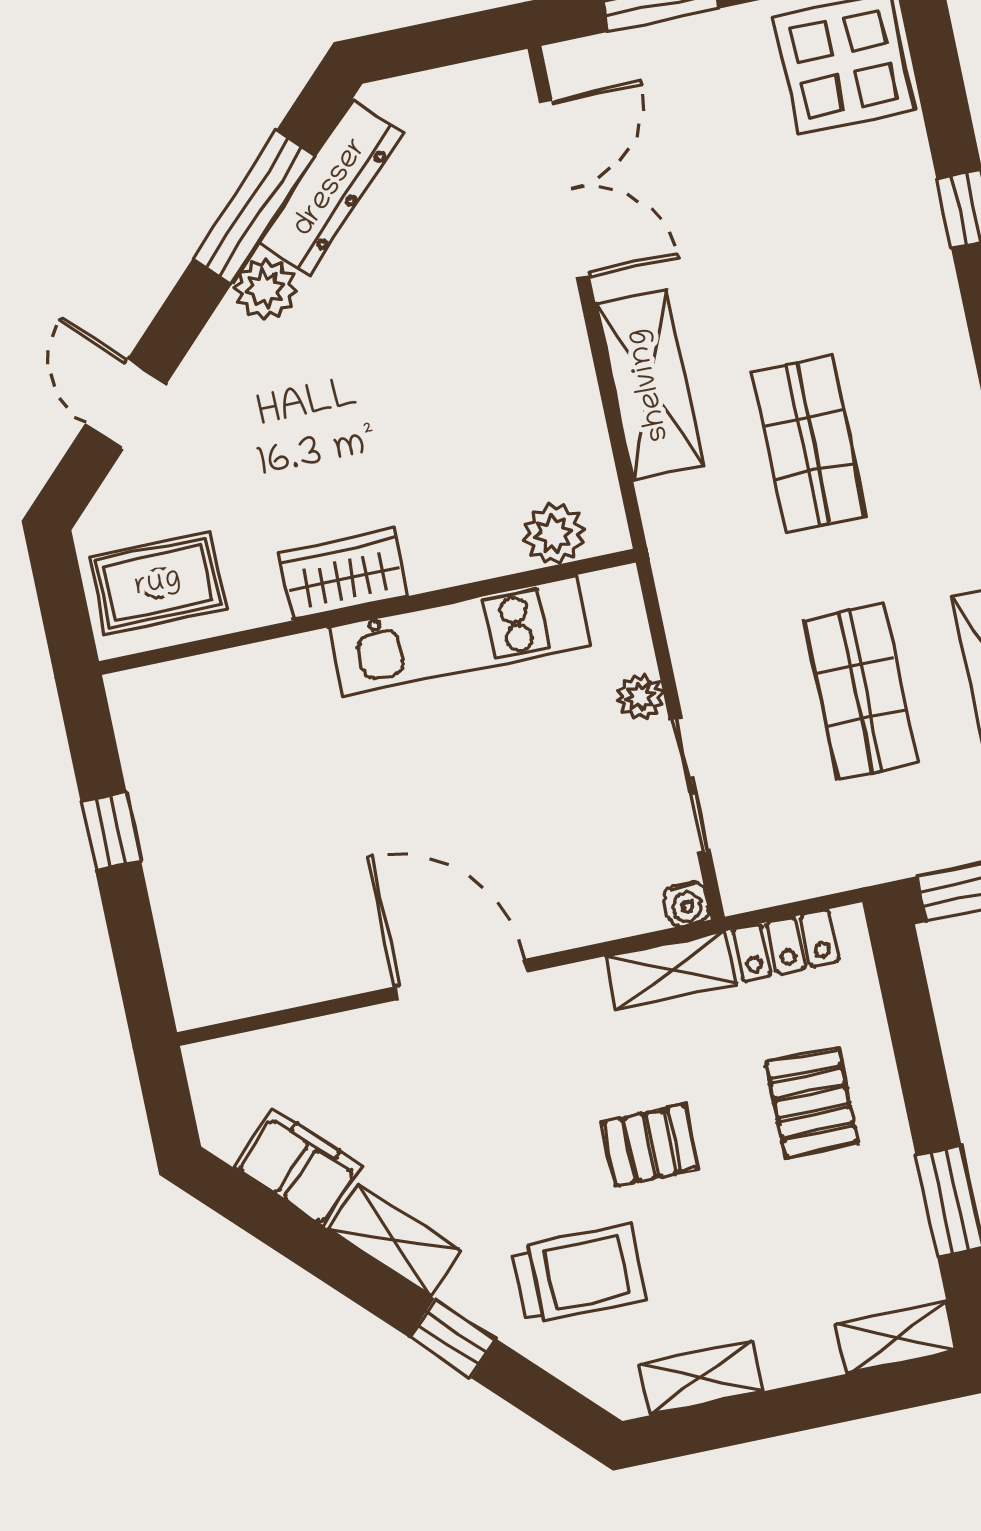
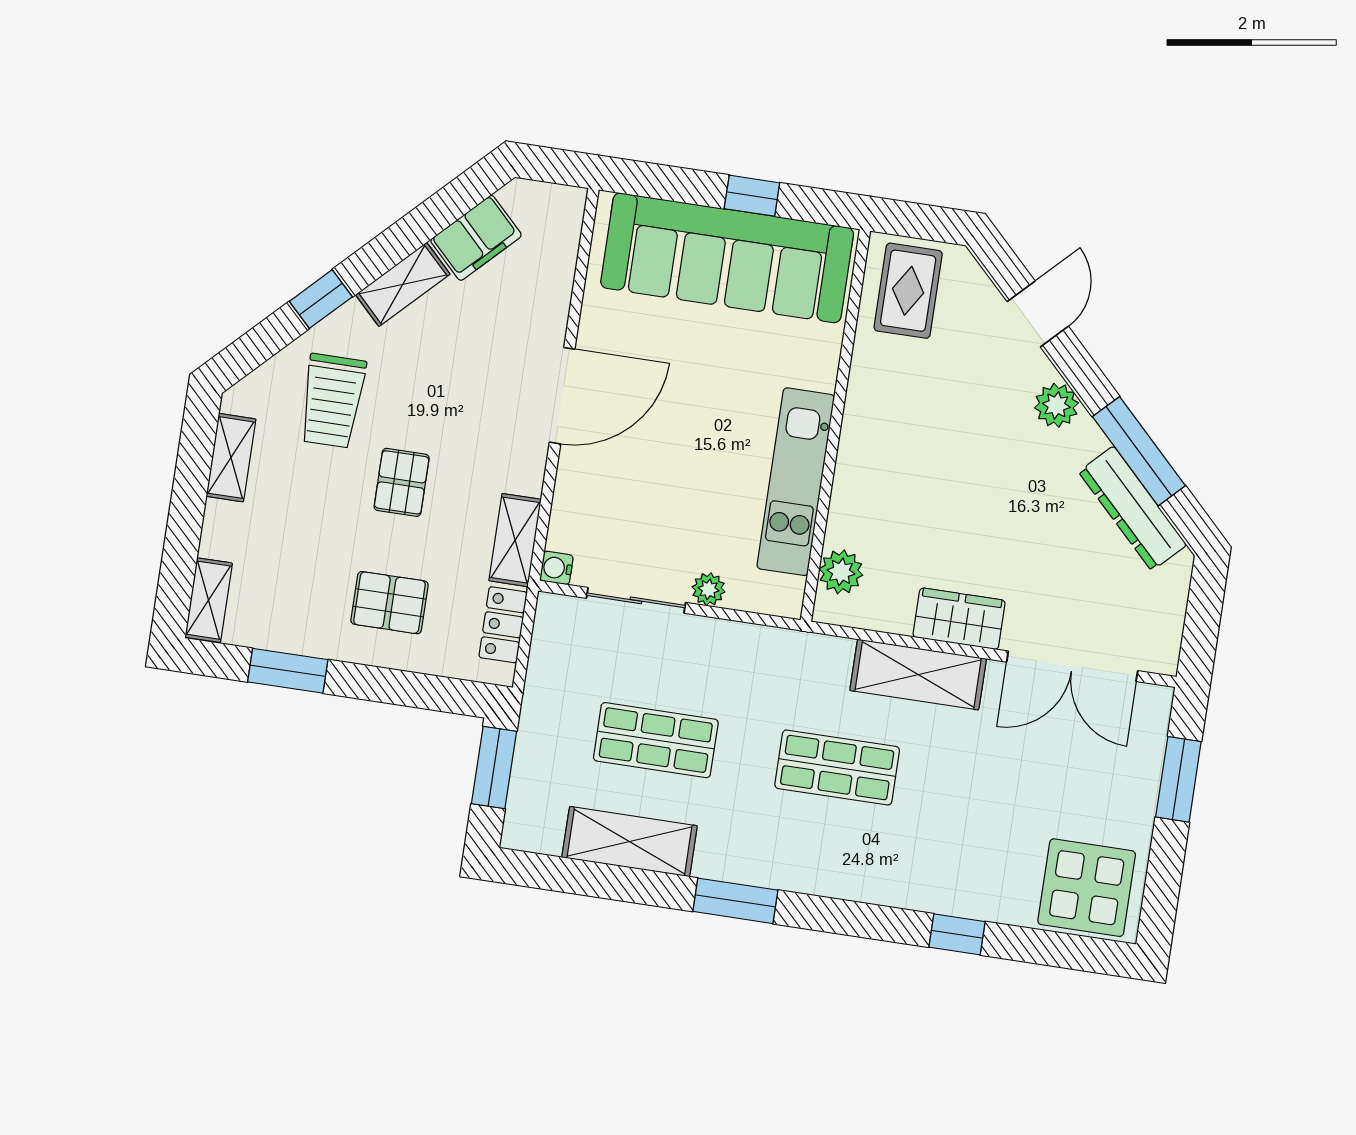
plant: (265, 289) -> (1056, 405), moved
door: (126, 404) -> (1038, 314), hinge flipped
wardrobe: (343, 574) -> (959, 619), moved, turned -90
sofa: (203, 833) -> (727, 258), added

